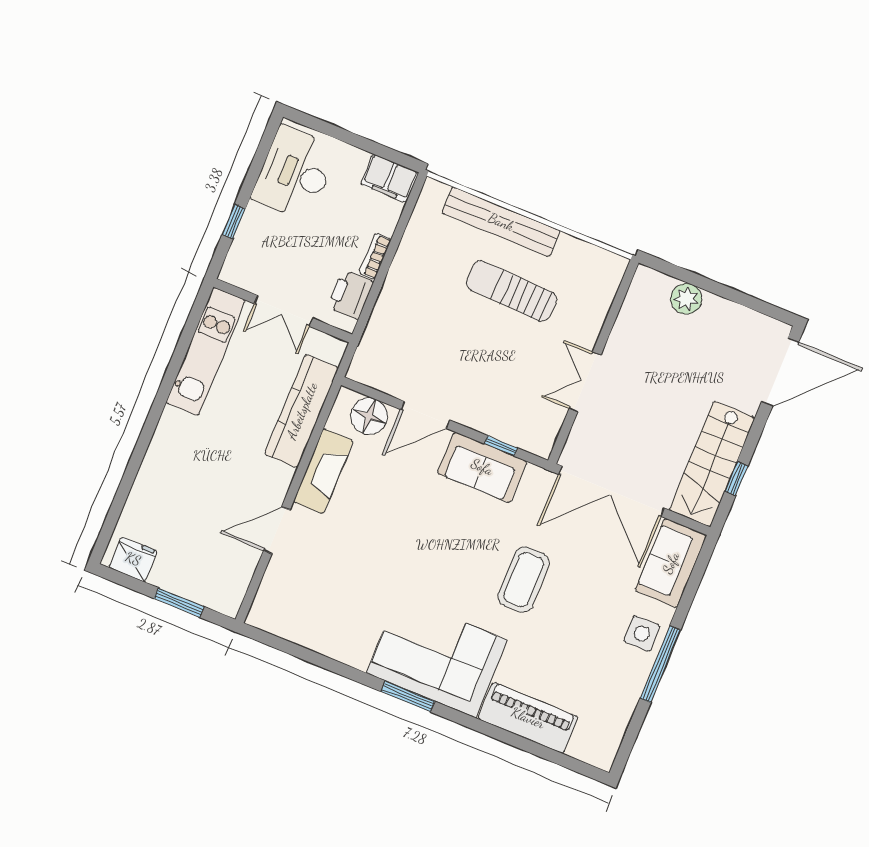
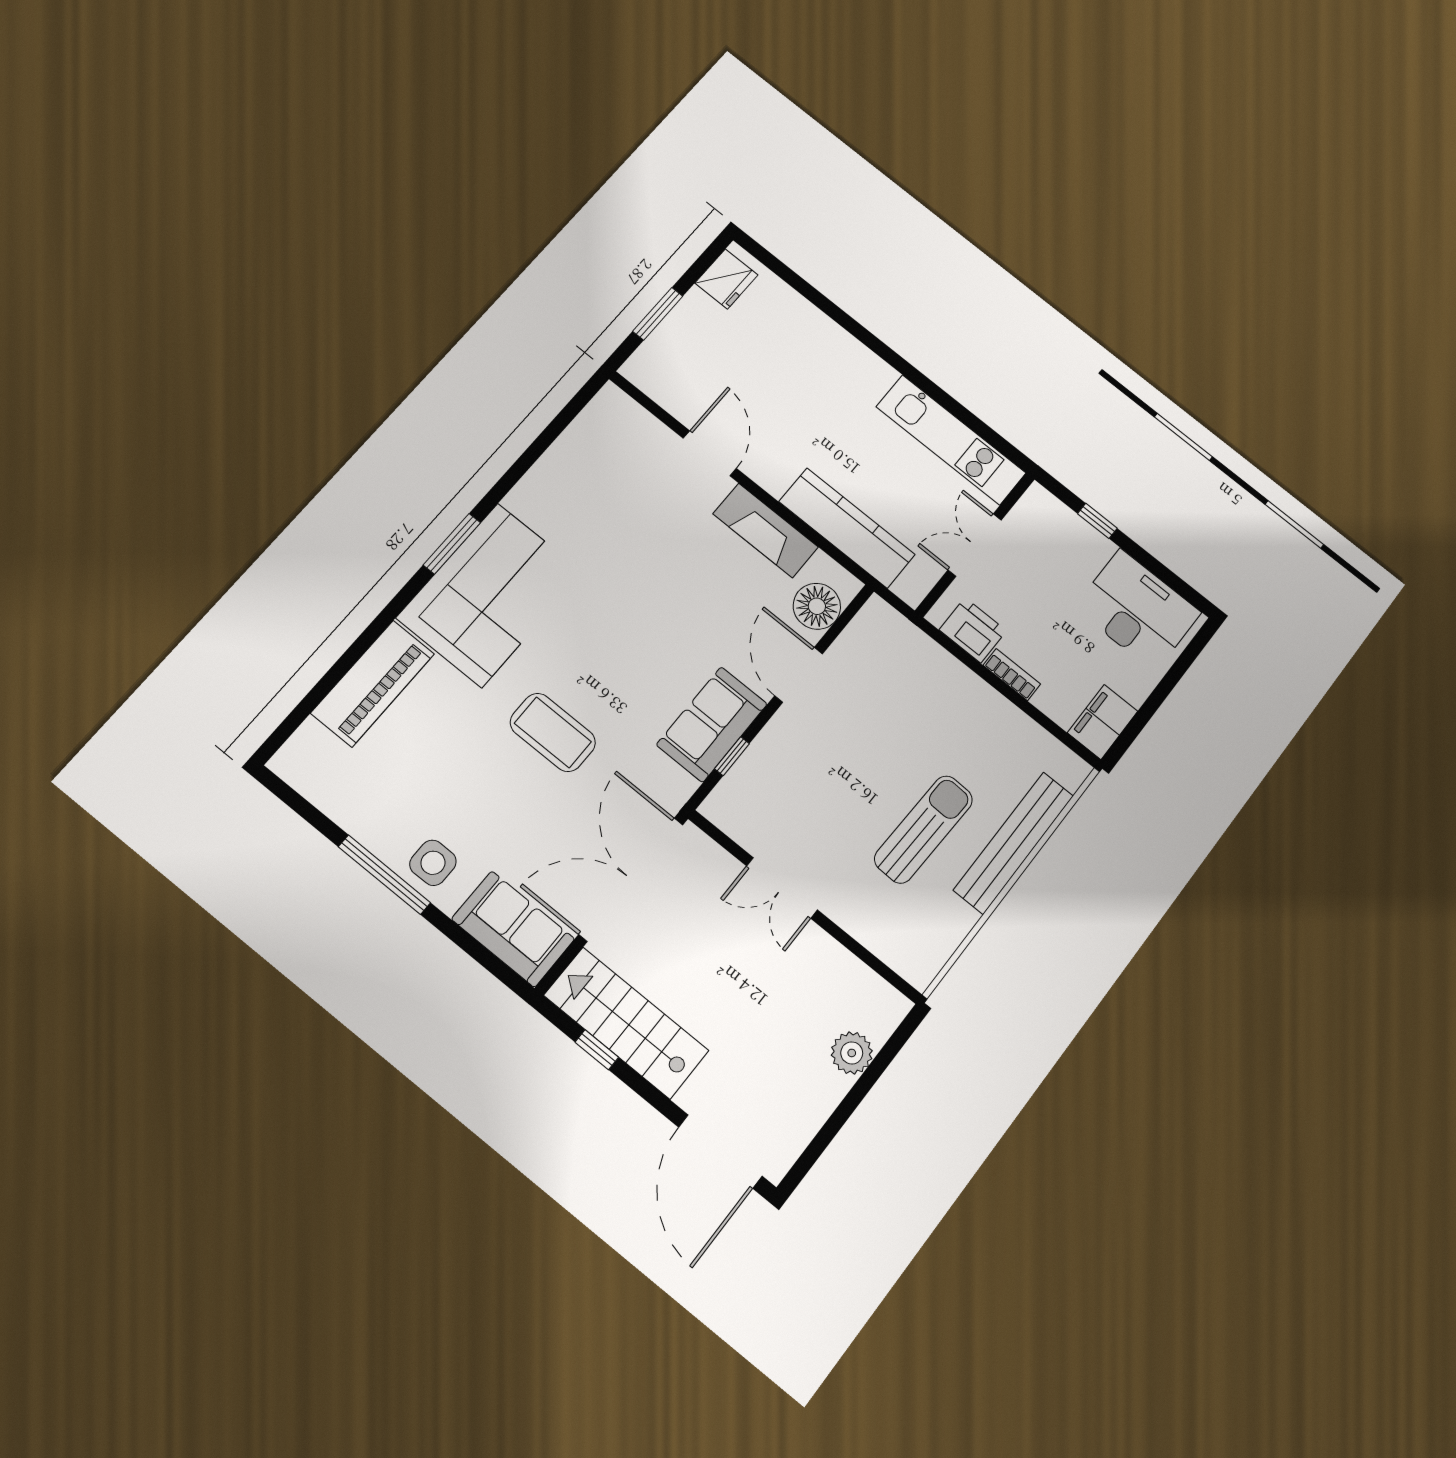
double door: (585, 382) -> (782, 888), swing flipped

